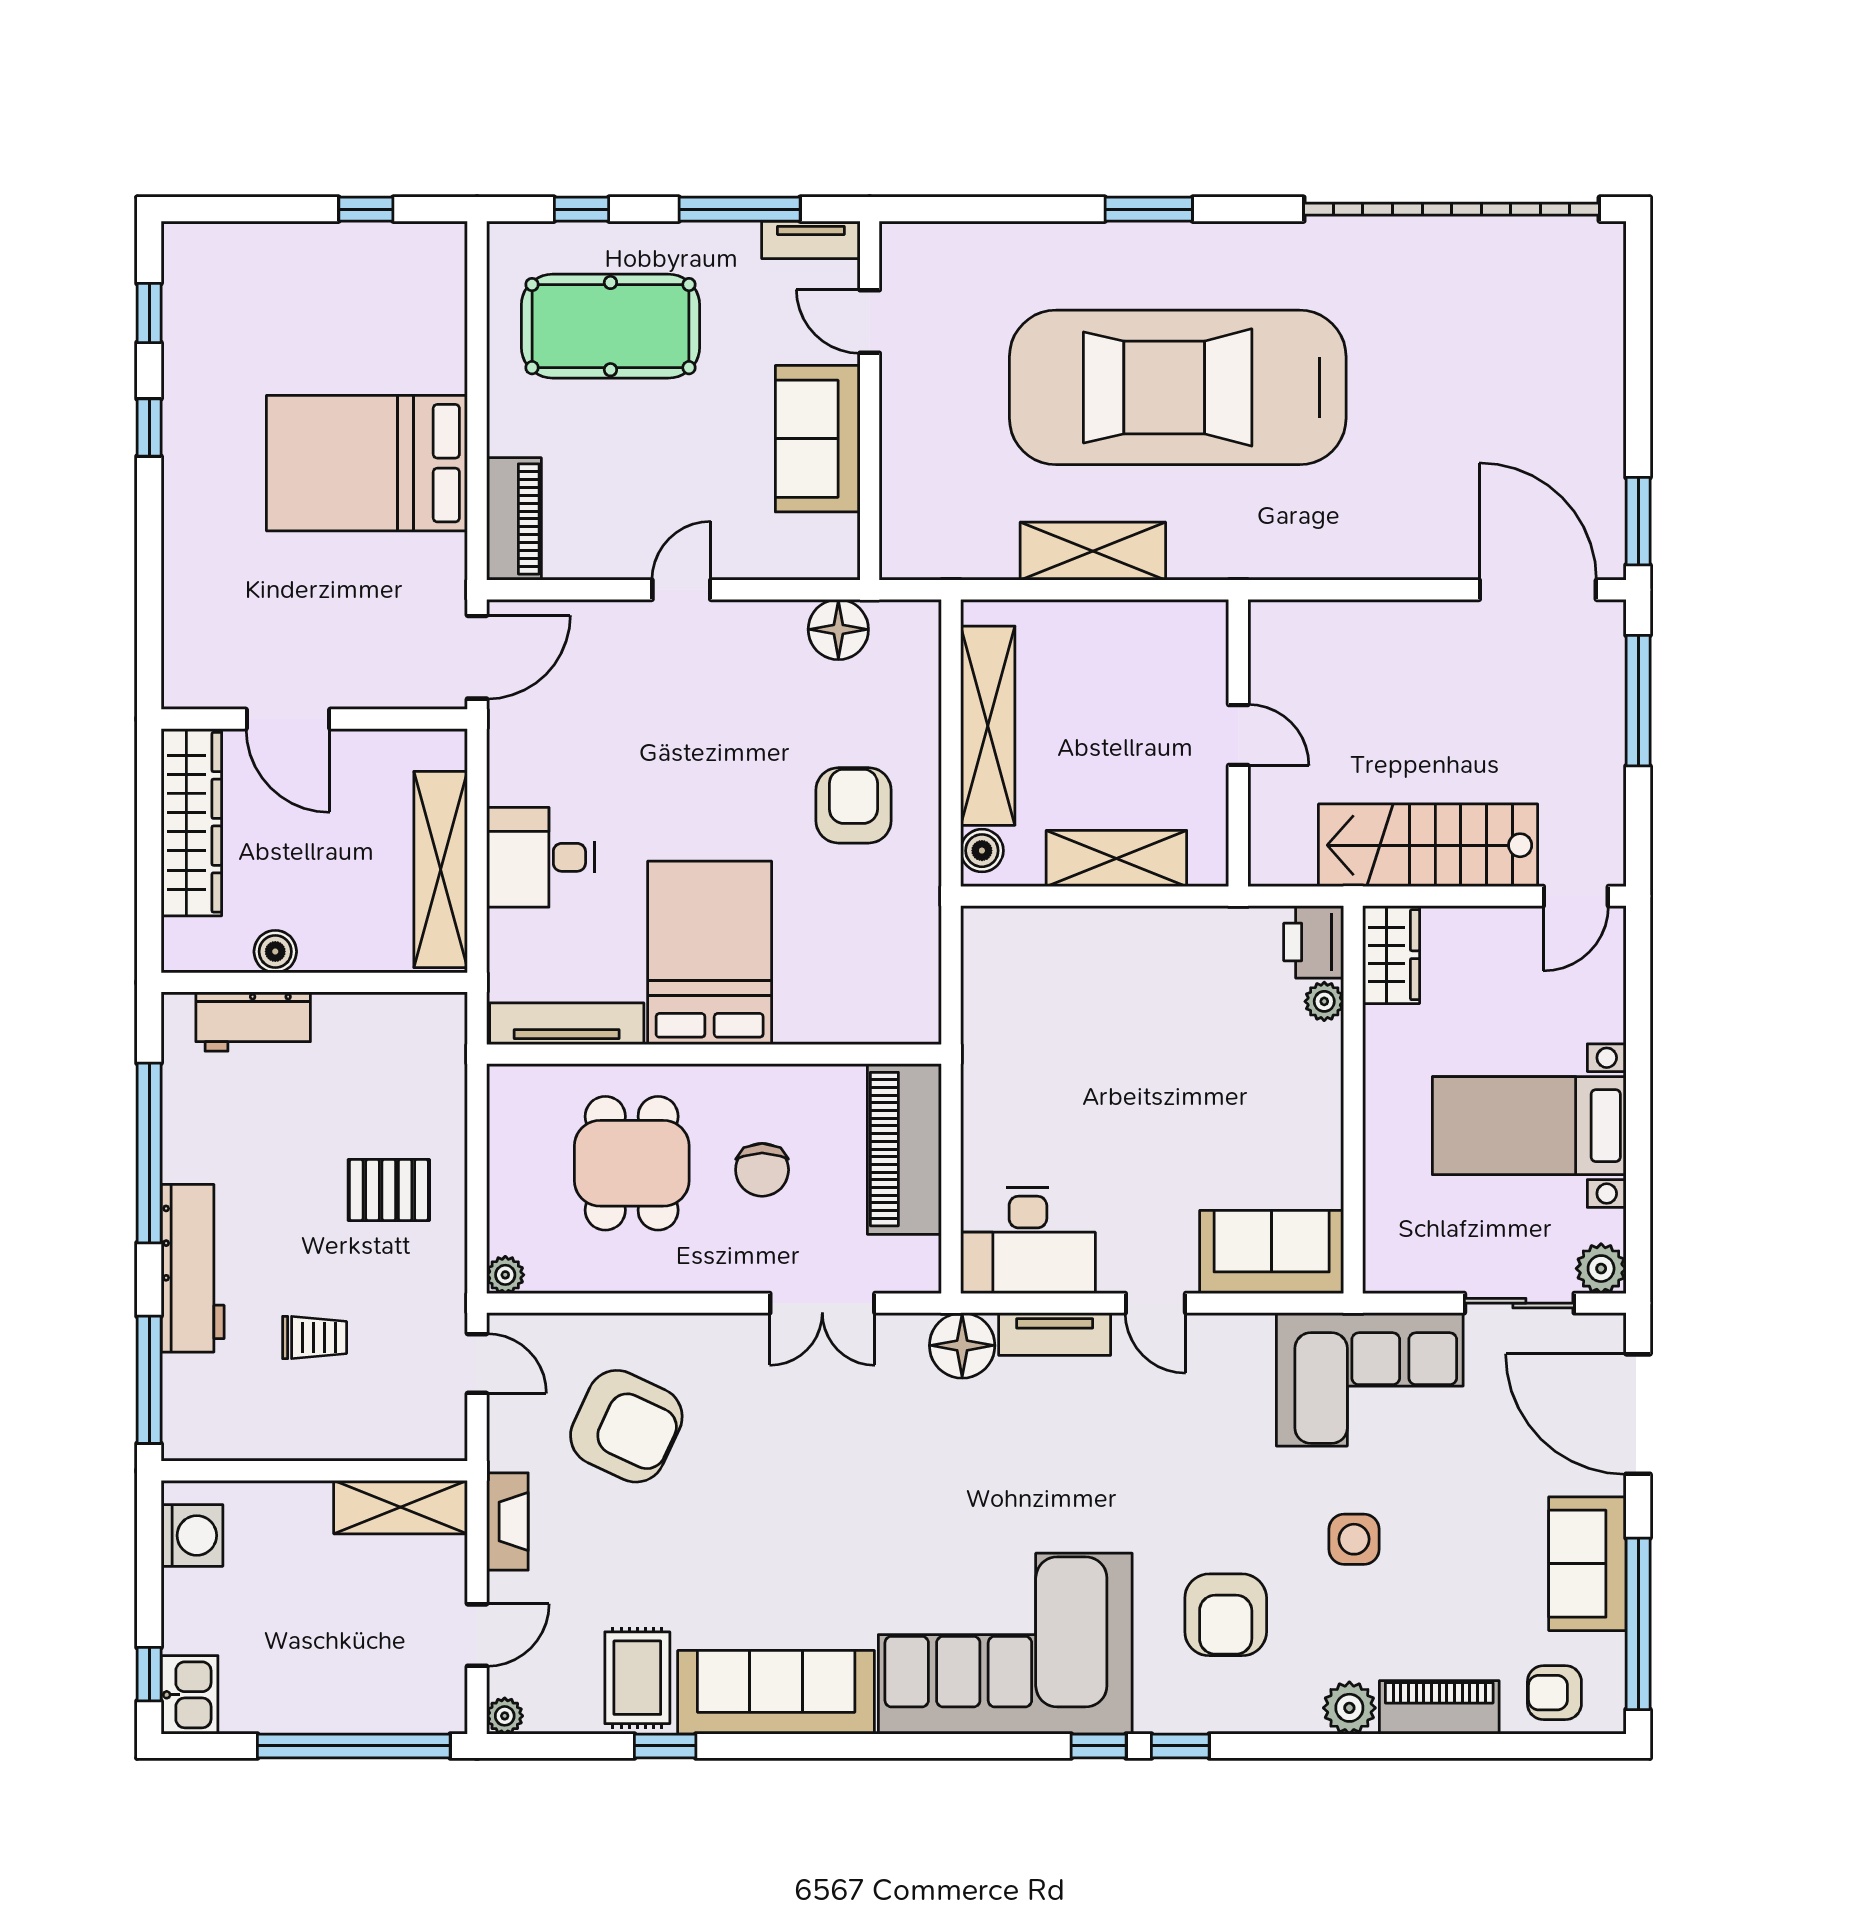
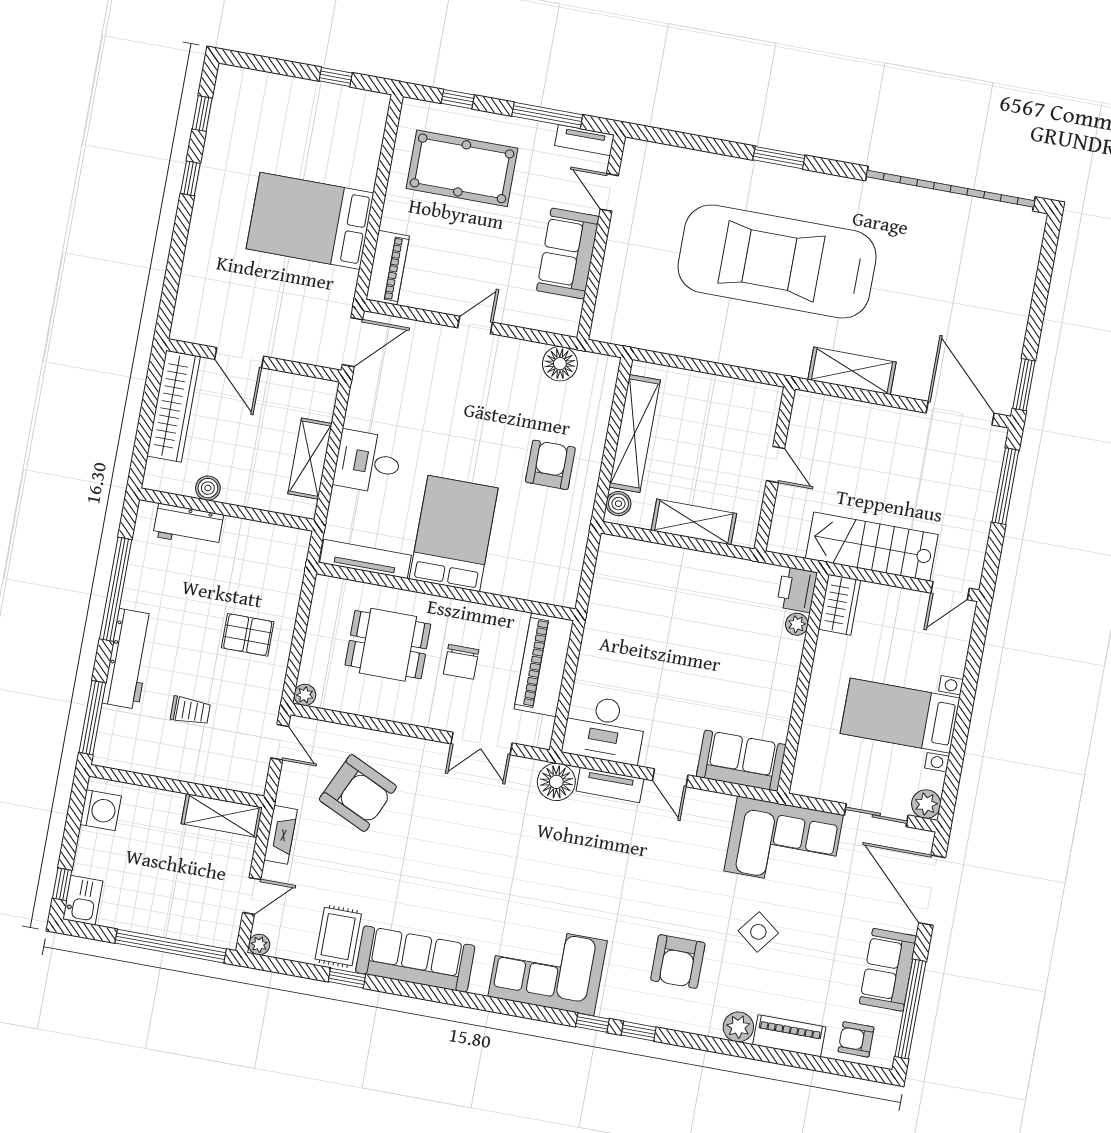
shelving: (1093, 551) -> (852, 371), moved
shelving: (441, 869) -> (310, 459), width x0.68
dining table: (632, 1163) -> (388, 645), turned 90
side table: (1354, 1539) -> (758, 932), turned 38
corner sofa: (1005, 1644) -> (548, 969), width x0.73, depth x0.74

